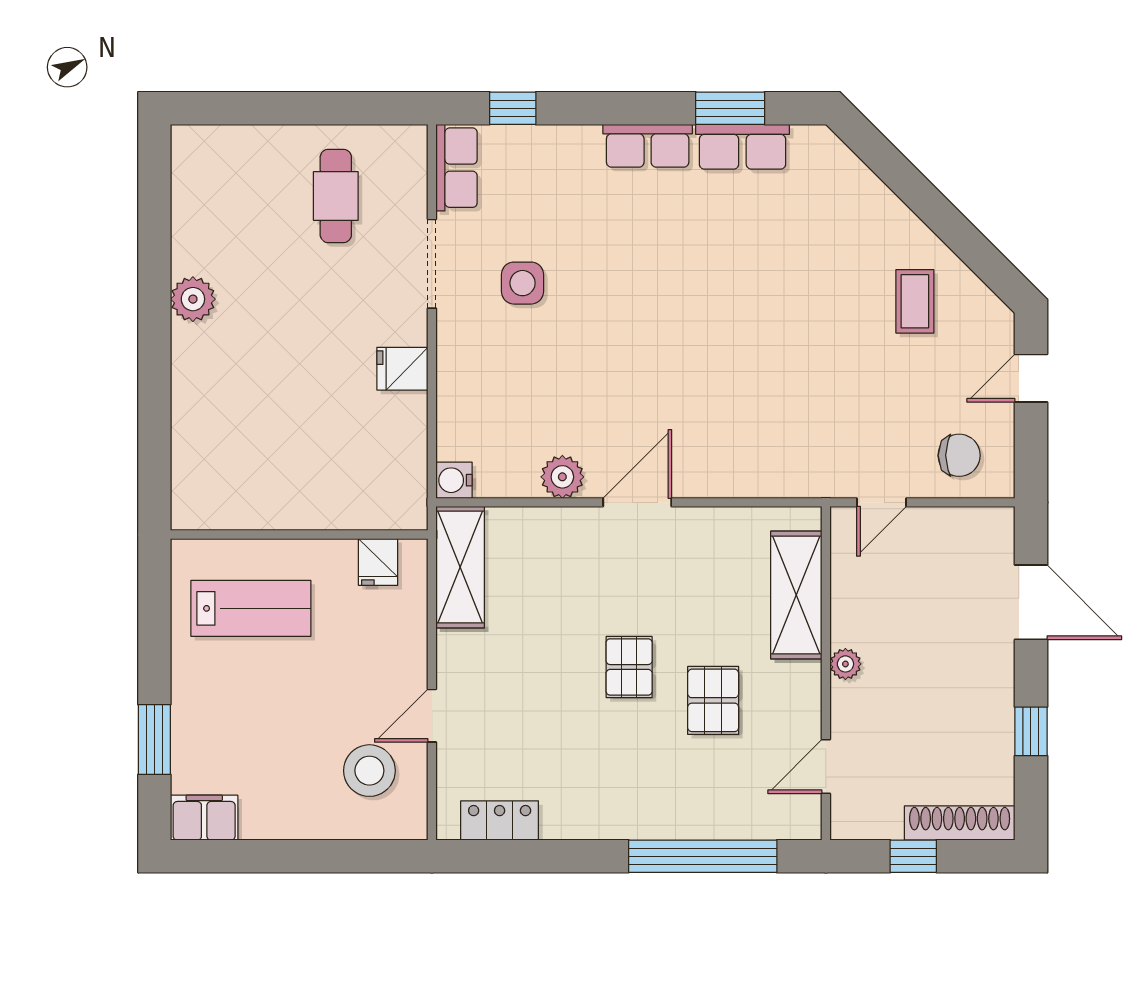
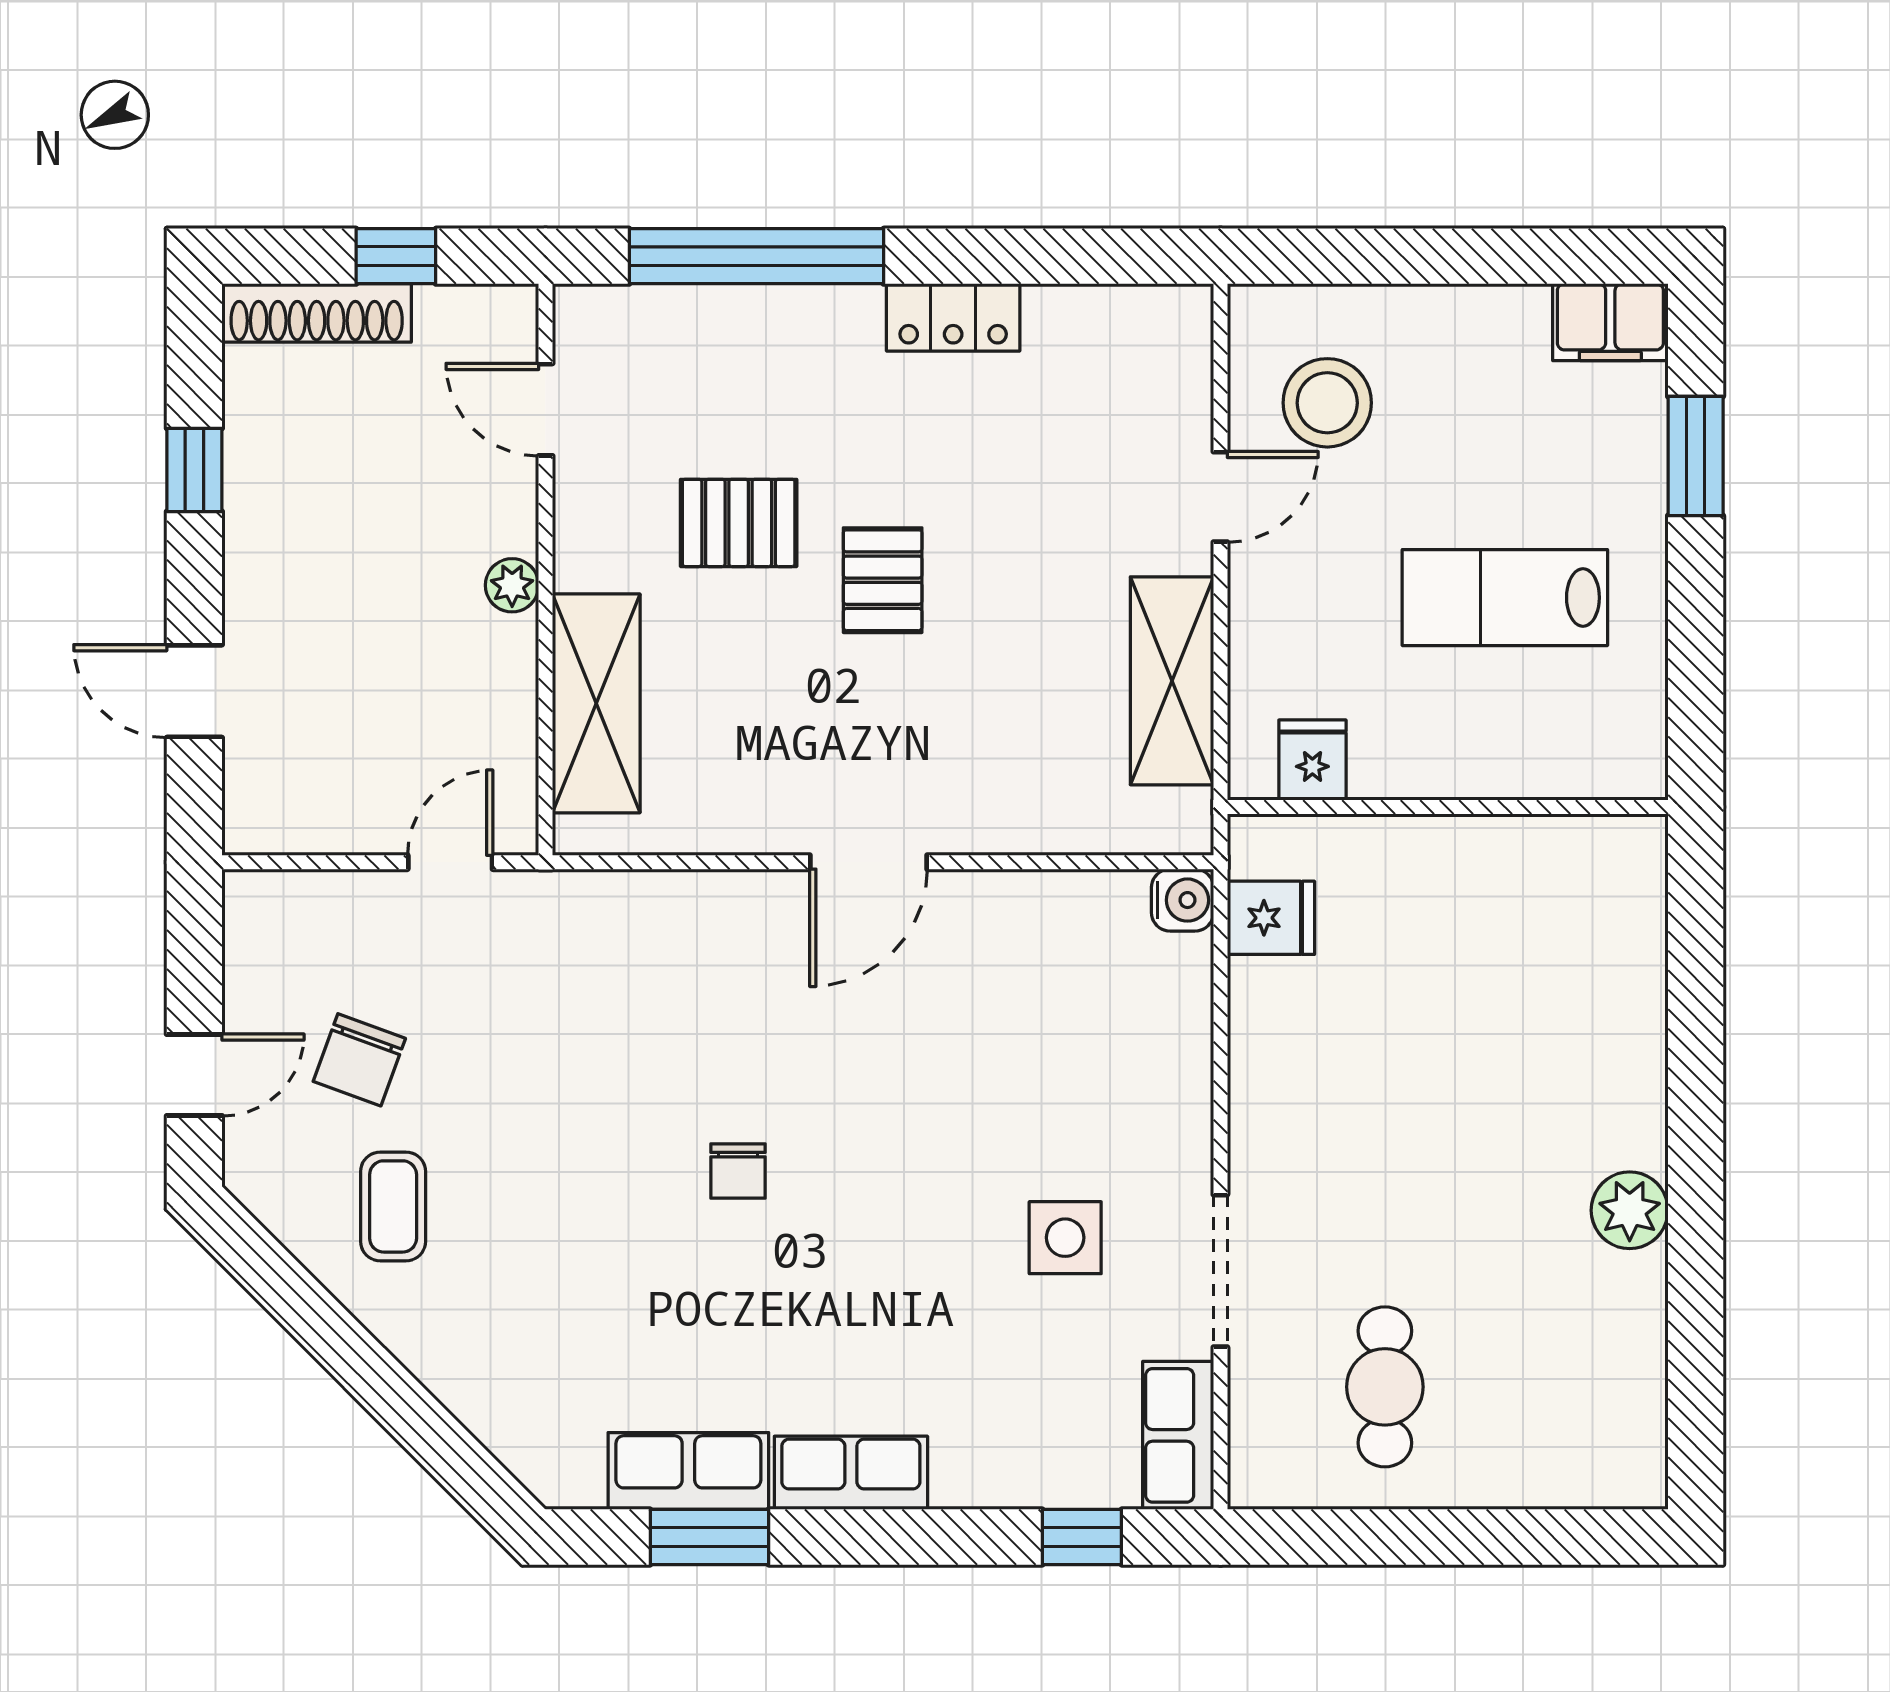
chair: (714, 322) -> (738, 1171), added
fridge: (402, 369) -> (1271, 918), moved
chair: (959, 455) -> (359, 1060), moved, turned -70
plant: (562, 477) -> (997, 906), removed
shelving: (460, 567) -> (1172, 681), moved
door: (1031, 602) -> (194, 691), width x0.73
lab bench: (251, 608) -> (1505, 598), moved
pallet: (713, 700) -> (739, 523), turned 90
door: (826, 767) -> (546, 410), swing flipped
locker: (500, 820) -> (953, 317), moved

